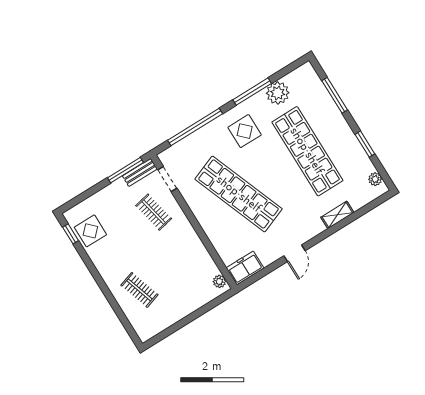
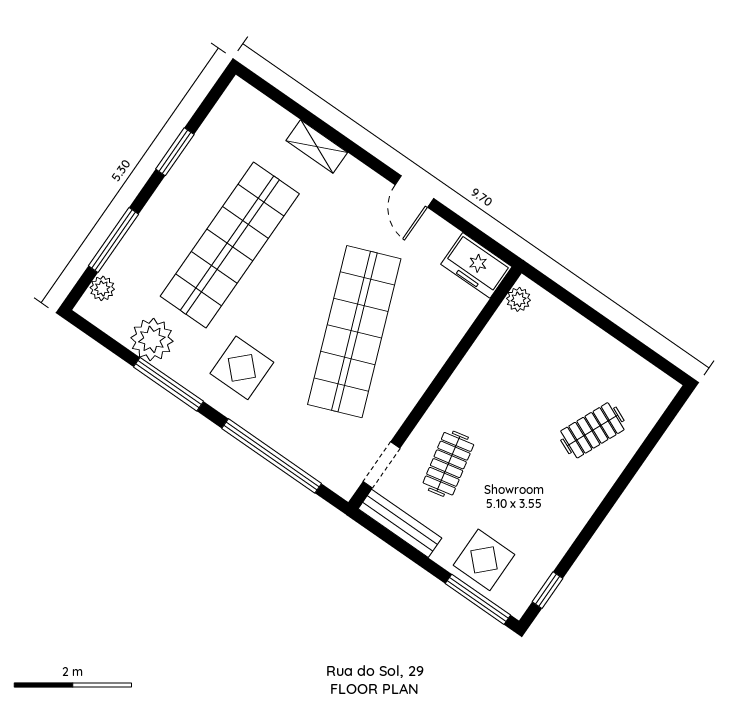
window: (126, 170) -> (478, 599), moved
bench: (140, 172) -> (400, 523), width x1.36
plant: (375, 179) -> (102, 288), moved
display table: (90, 231) -> (484, 560), moved
door: (295, 253) -> (414, 192), swing flipped
clothes rail: (139, 290) -> (592, 430), turned 42

